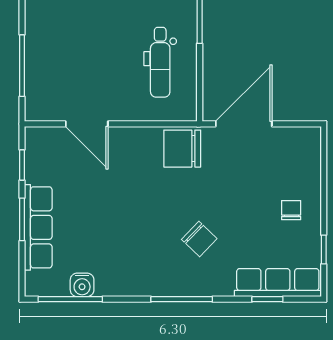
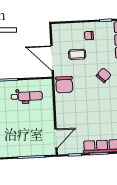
door: (87, 124) -> (56, 138), moved
coffee table: (250, 181) -> (77, 54), added

